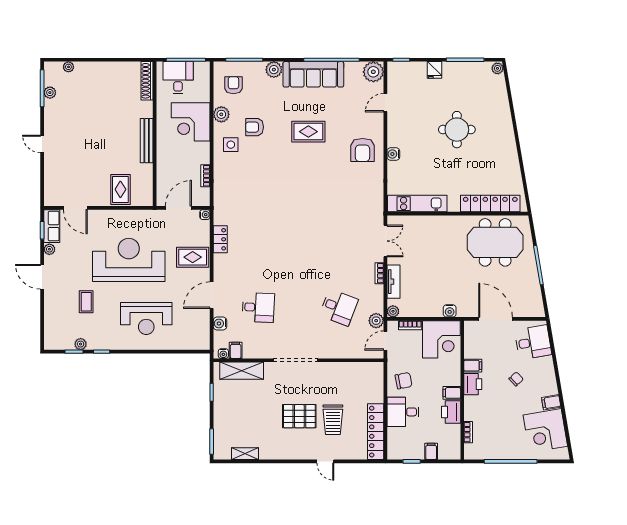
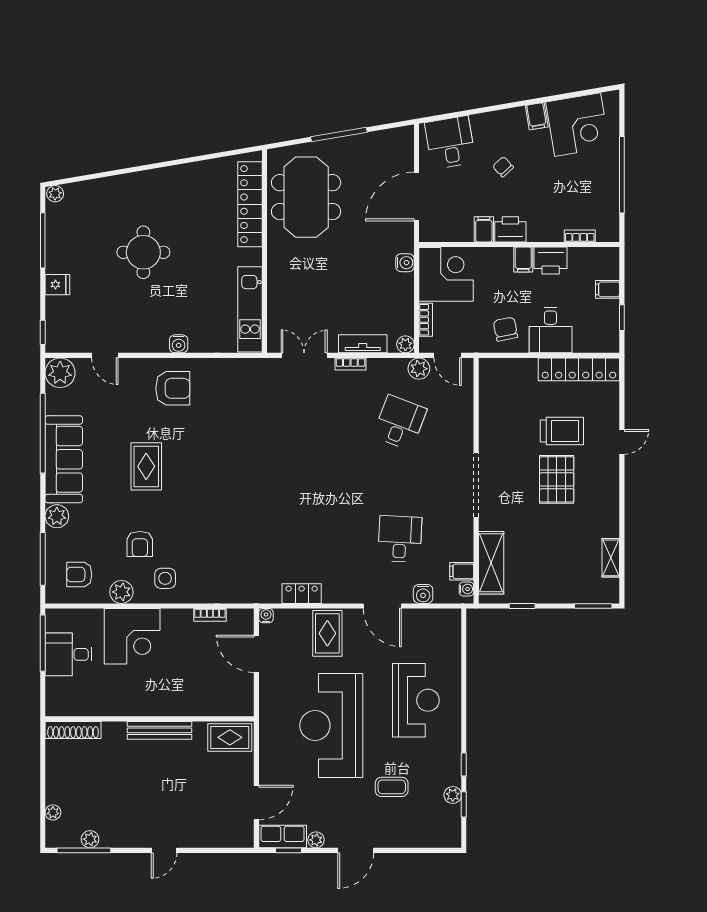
shoe rack: (147, 81) -> (73, 730), moved
wall: (155, 134) -> (150, 719), moved
bench: (147, 141) -> (159, 730), moved

